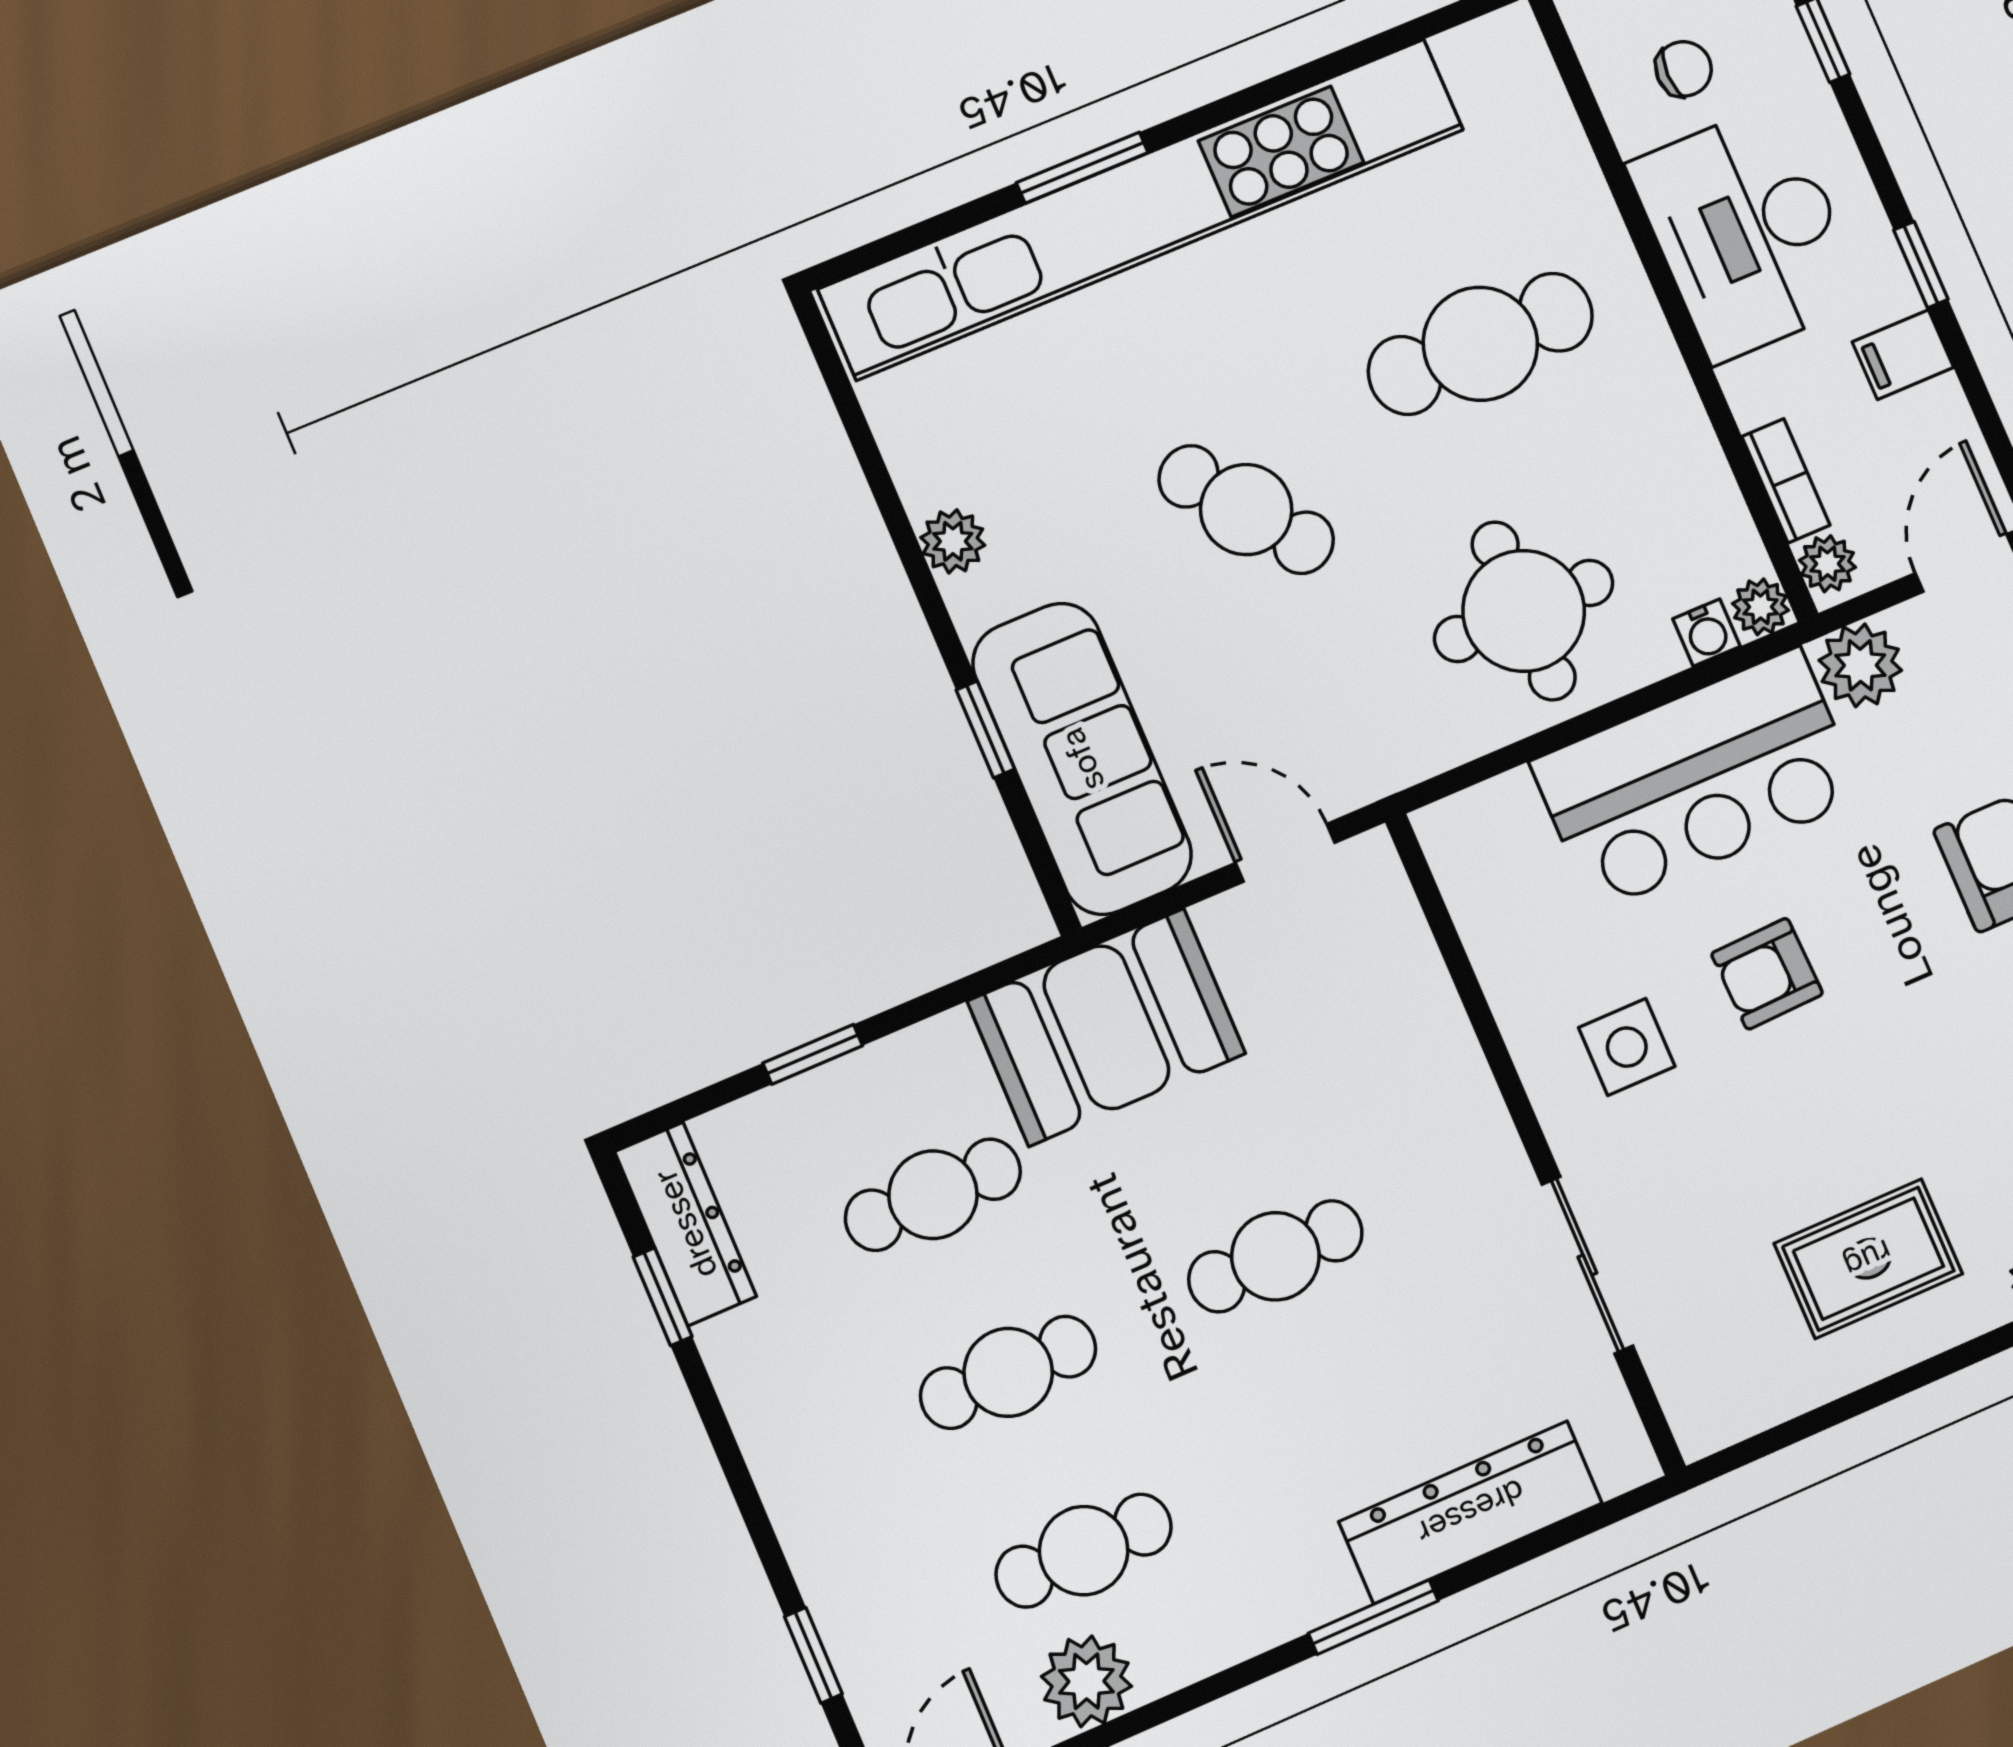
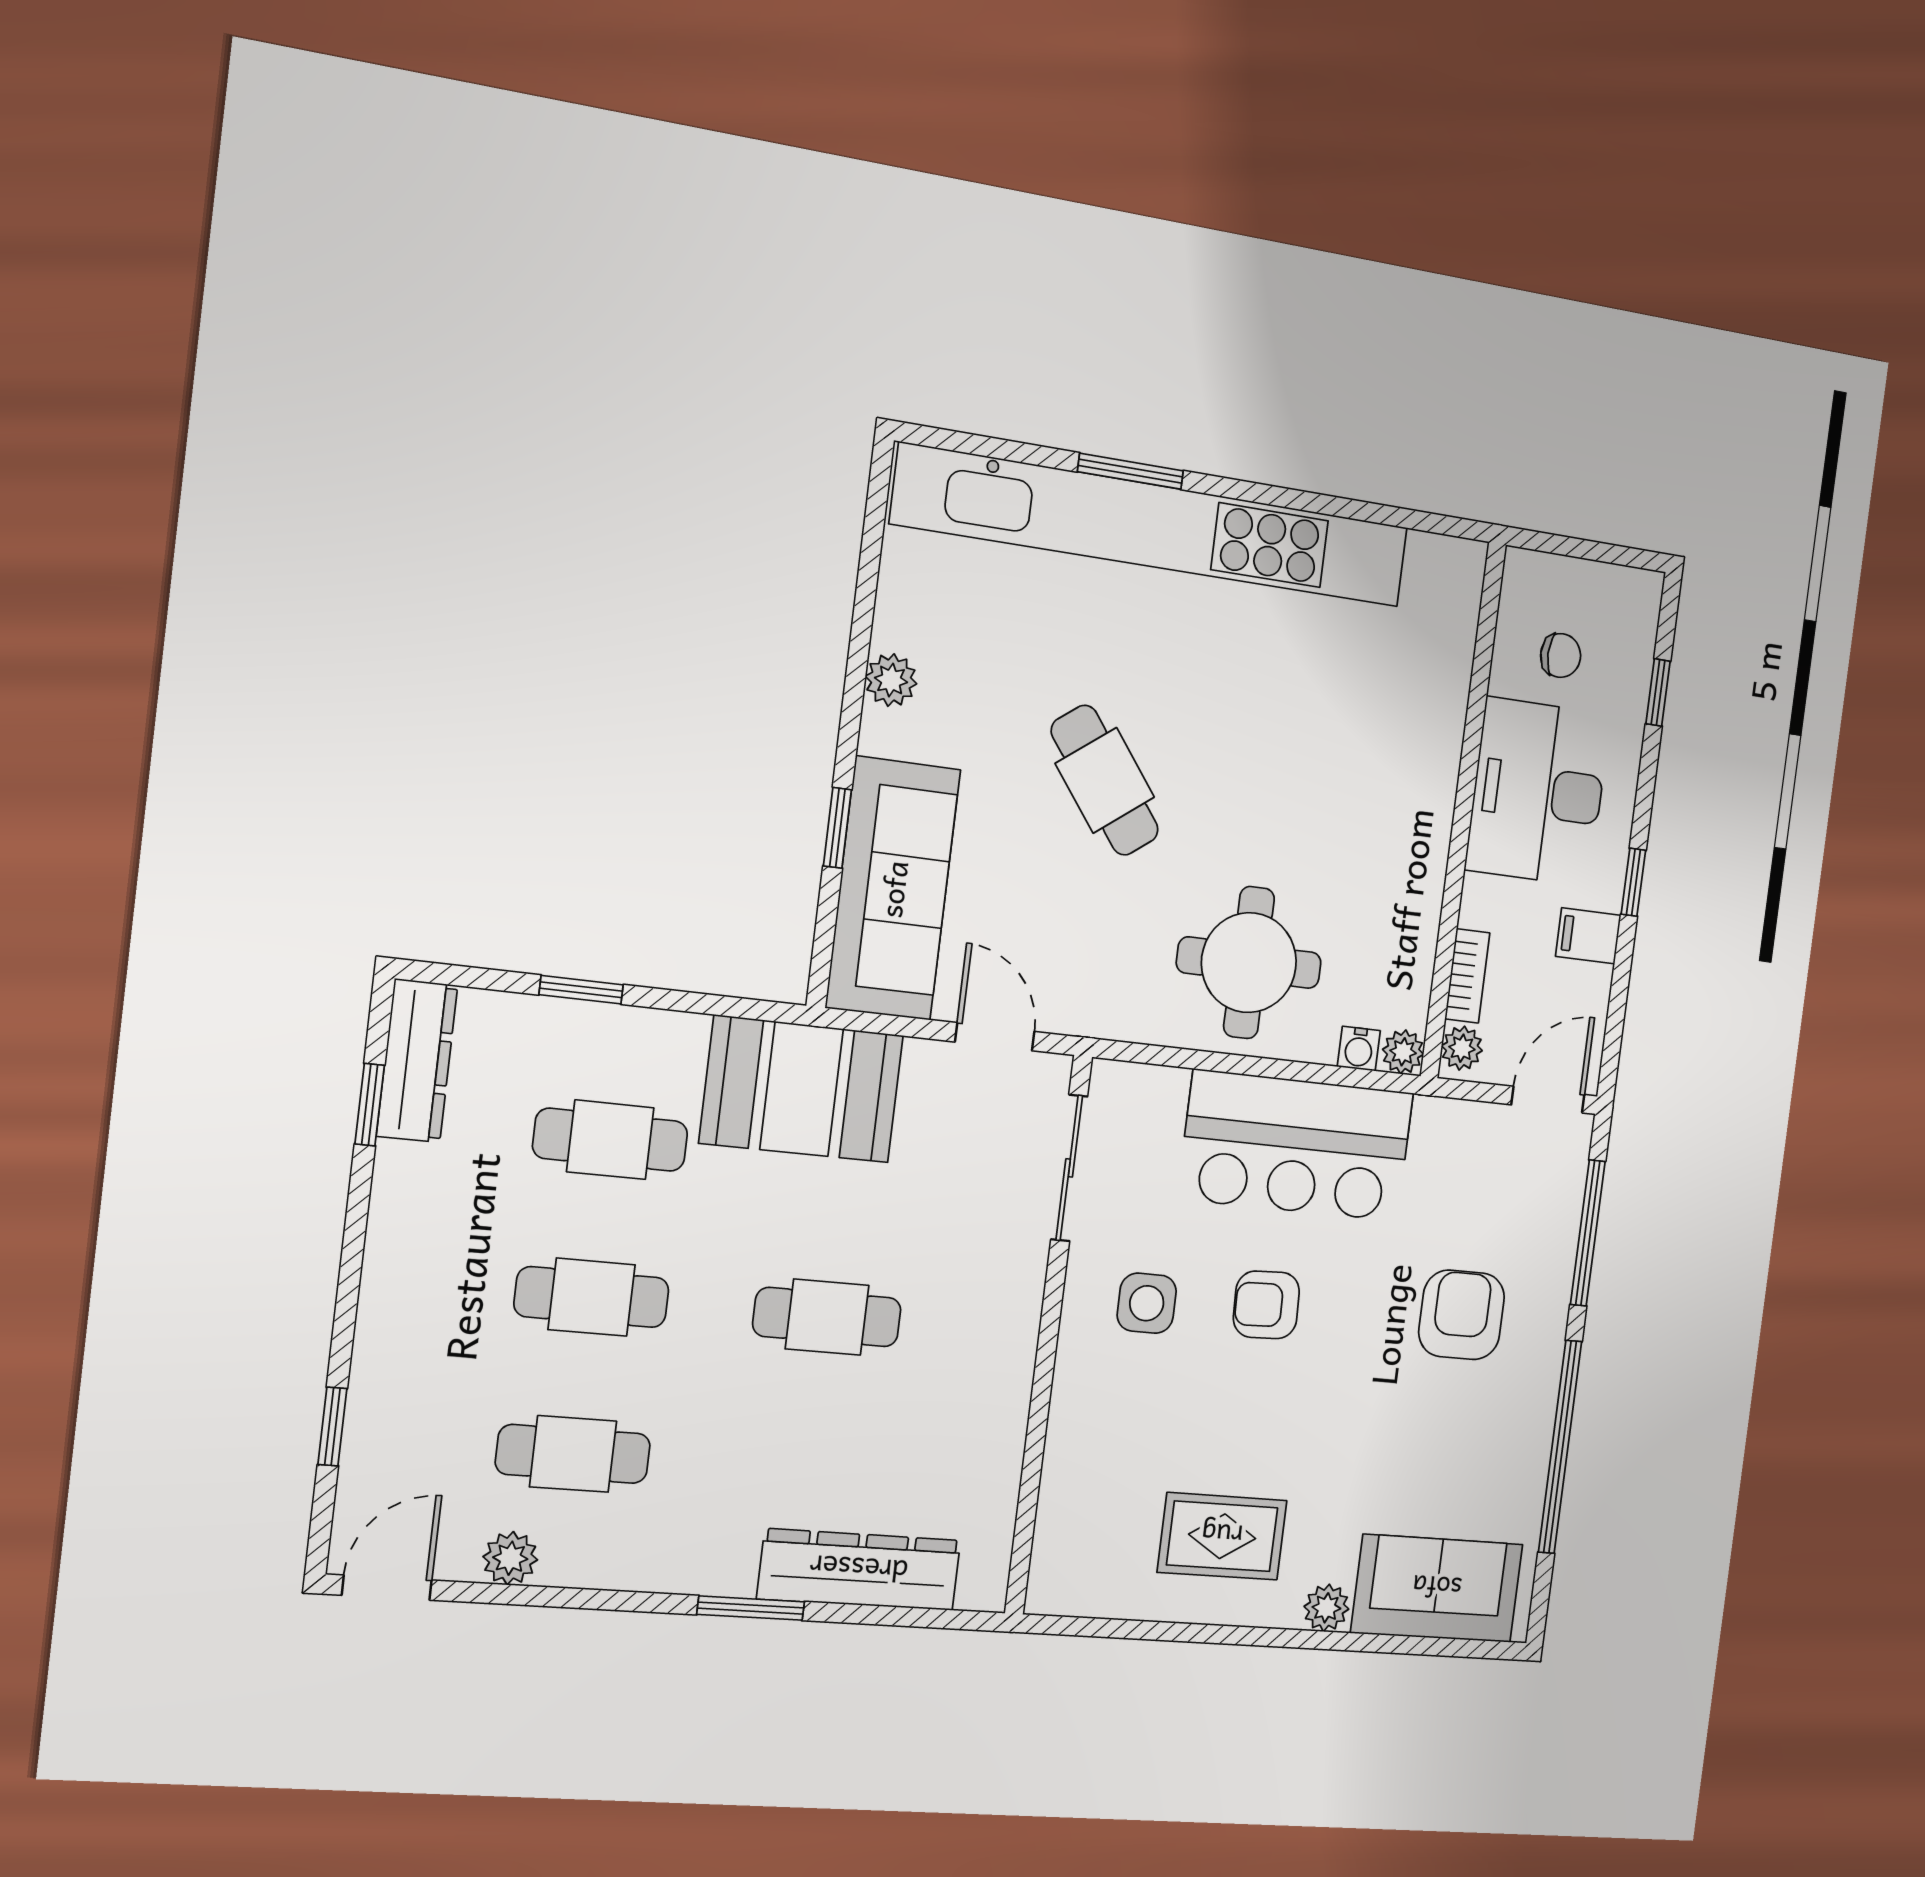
cafe table: (1480, 344) -> (1325, 761), removed
plant: (1860, 665) -> (1444, 1130), removed
sliding door: (1587, 1265) -> (1069, 1168), moved
plant: (1086, 1681) -> (510, 1558), width x0.73, depth x0.73

